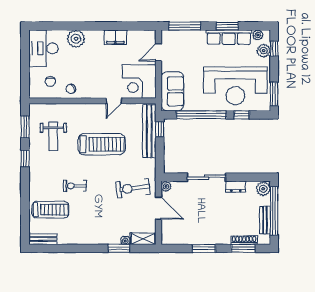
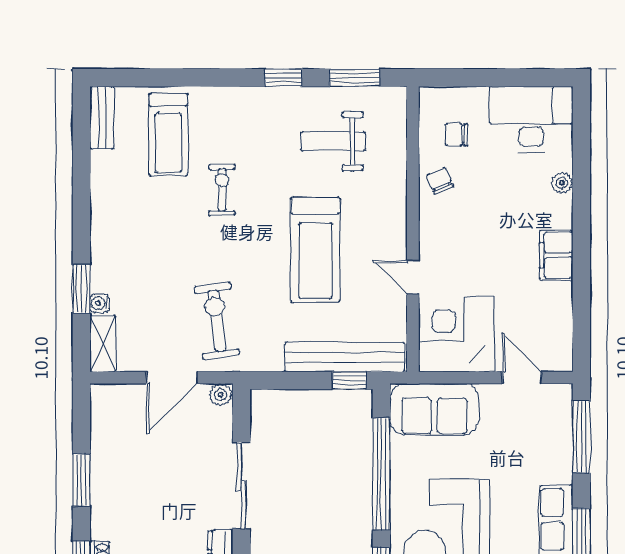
filing cabinet: (115, 37) -> (556, 255), moved
plant: (76, 39) -> (562, 183), width x0.53, depth x0.53

